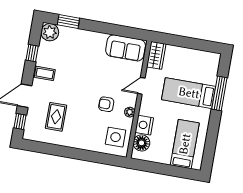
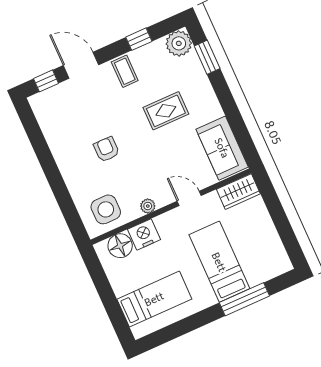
armchair: (106, 104) -> (106, 149), moved
rug: (56, 117) -> (166, 111), moved

